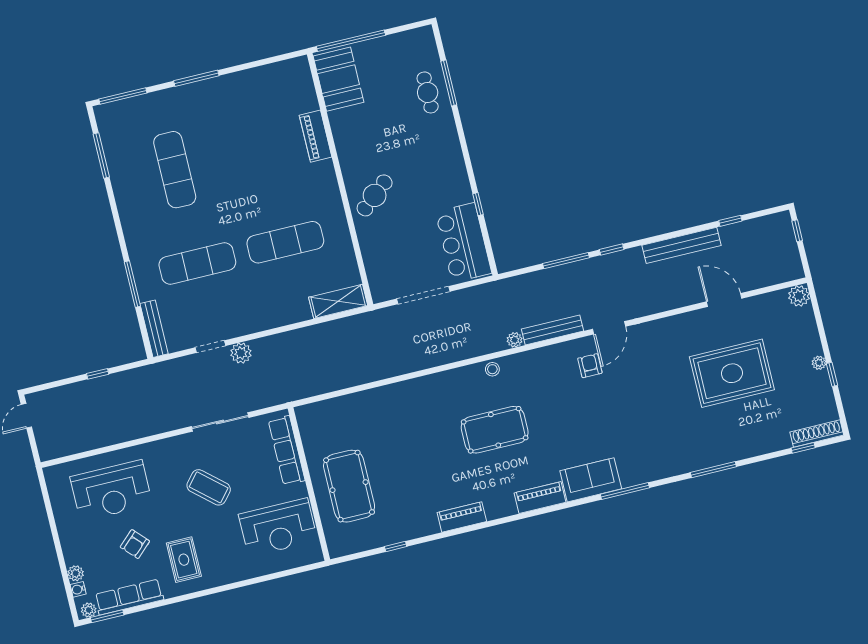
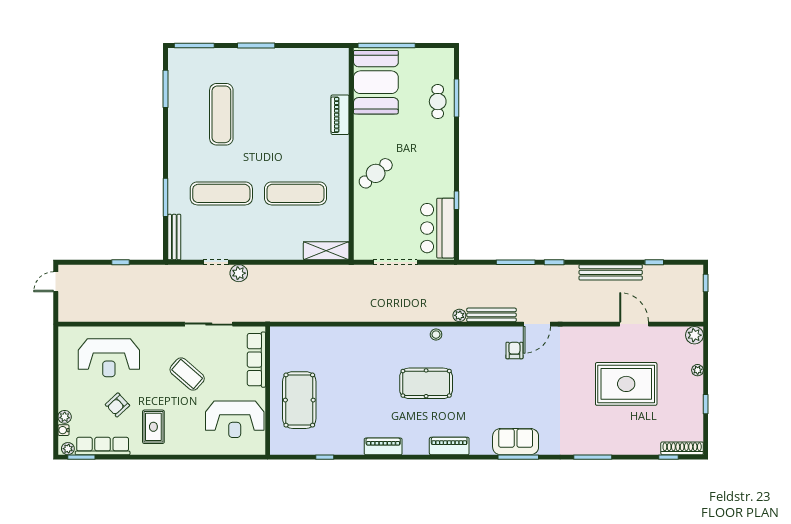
booth: (338, 79) -> (376, 82), width x1.36, depth x1.42
plant: (819, 363) -> (698, 370), moved
sofa: (591, 480) -> (516, 442), moved

